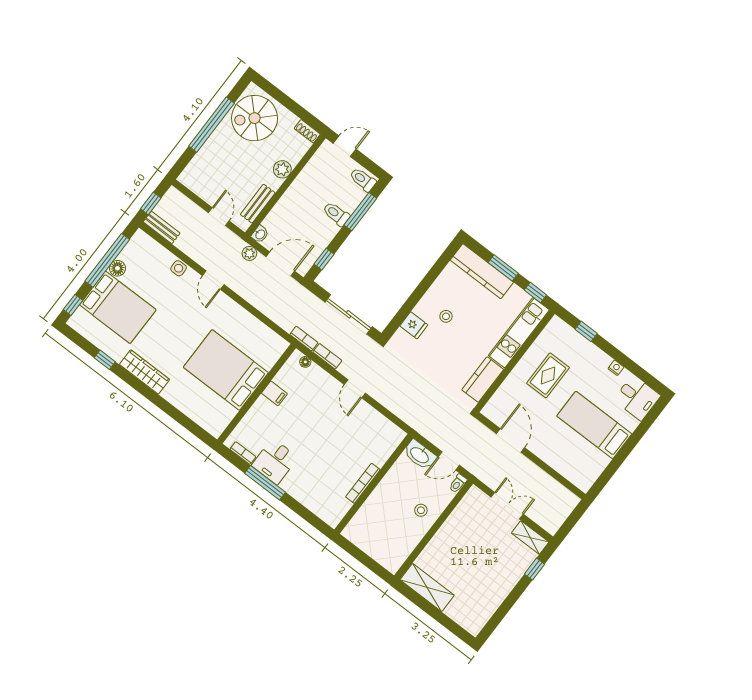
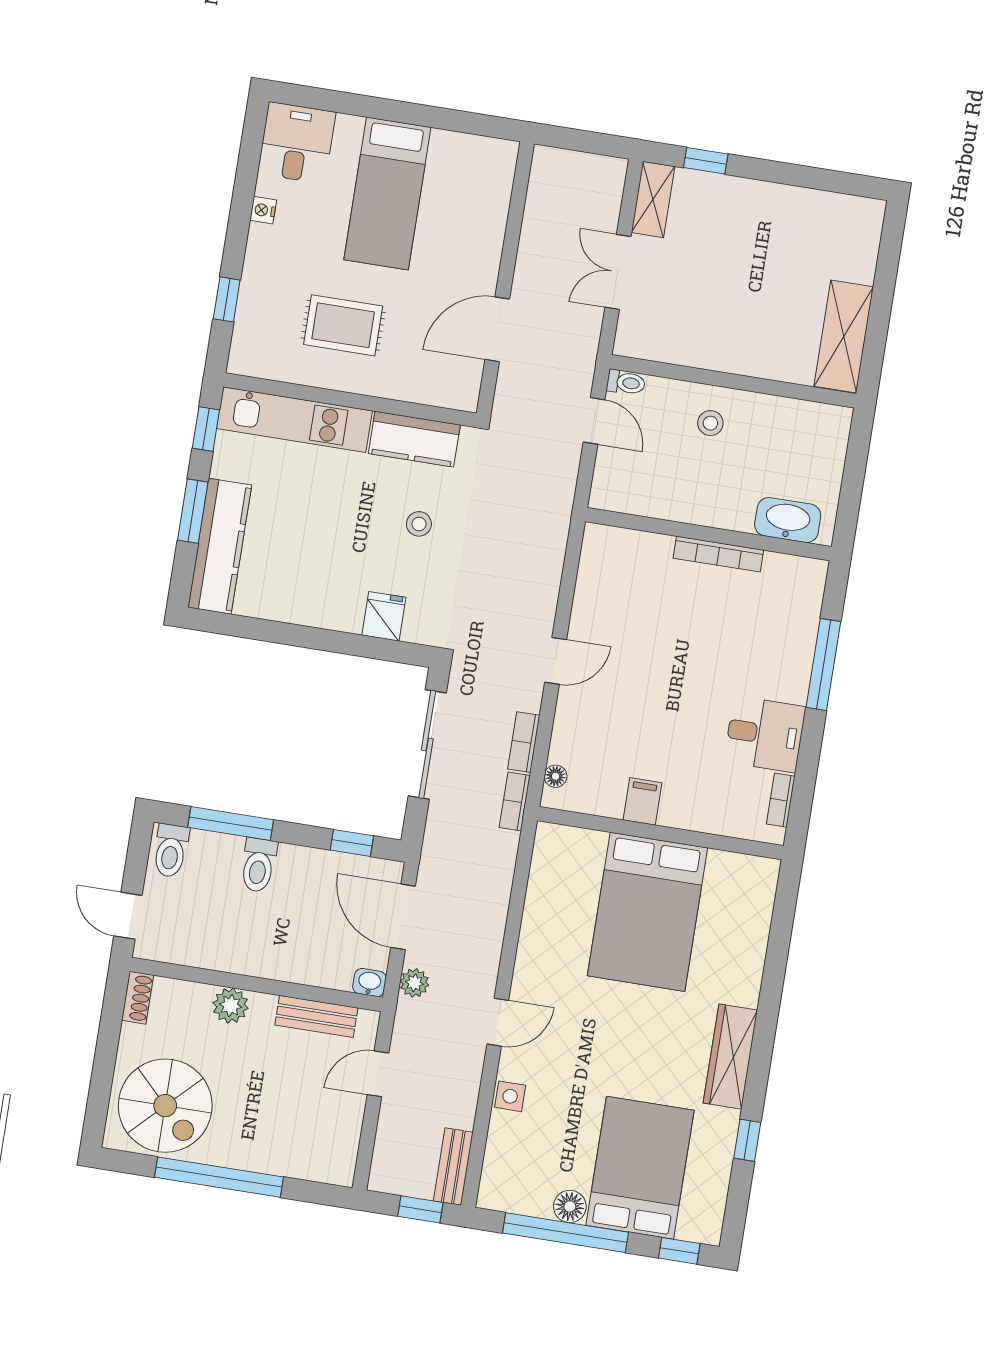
stool: (446, 316) -> (419, 524), moved
washbasin: (420, 455) -> (788, 520), moved, turned -90
window: (265, 483) -> (823, 664), moved

